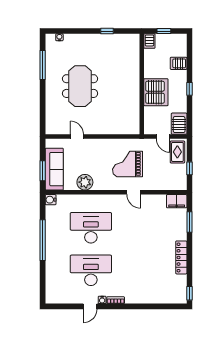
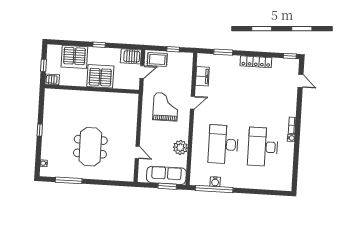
window: (107, 31) -> (40, 130), moved
server rack: (179, 63) -> (74, 57), width x2.18, depth x1.44
meeting table: (80, 86) -> (90, 147), turned 90
door: (77, 137) -> (137, 152), swing flipped
grand piano: (128, 164) -> (166, 107), turned 180
water cooler: (51, 200) -> (215, 182), moved
filing cabinet: (177, 201) -> (202, 76), moved
window: (43, 240) -> (214, 189), moved
door: (90, 306) -> (301, 81), moved

